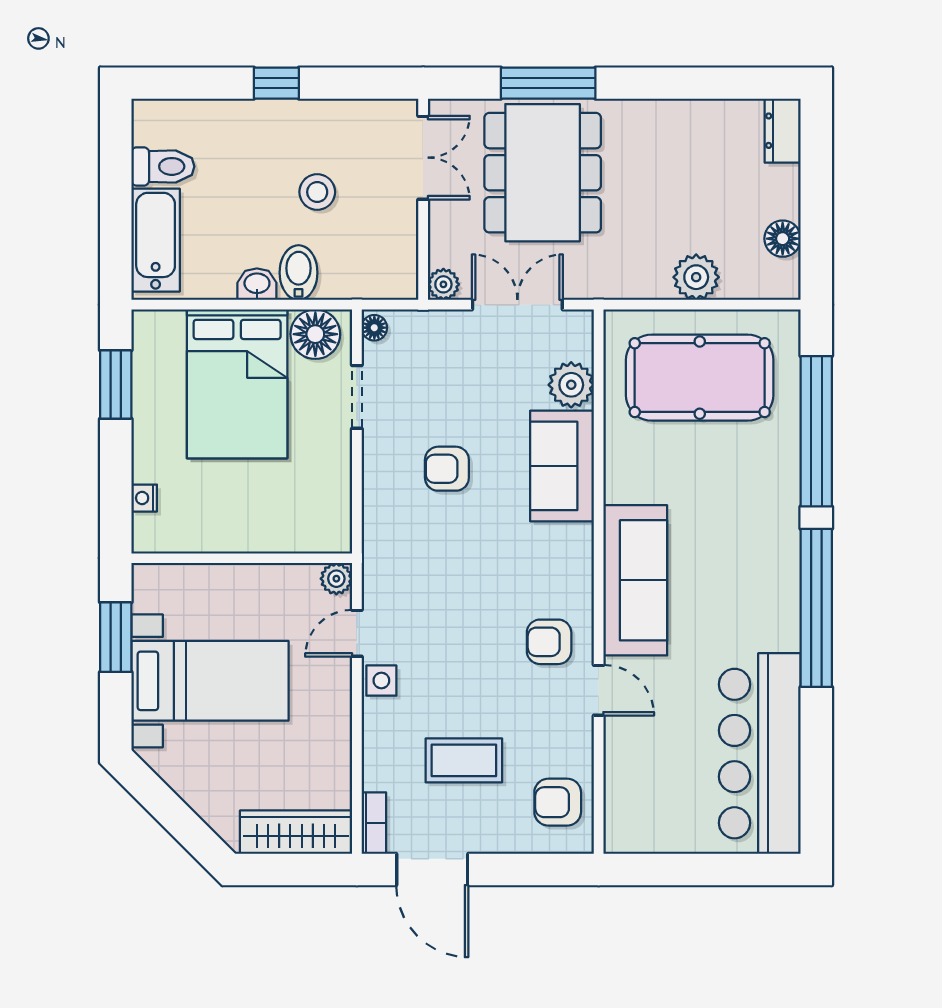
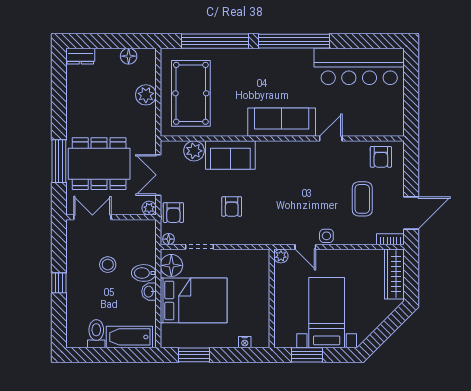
armchair: (549, 642) -> (173, 213), moved

